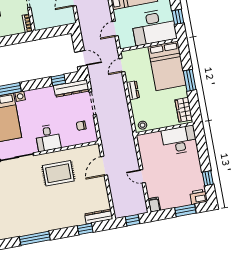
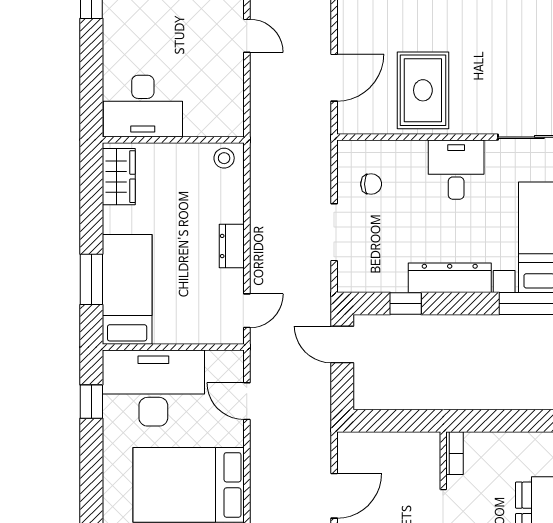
door: (115, 29) -> (247, 401), swing flipped
bed: (167, 66) -> (127, 289), width x0.67
window: (190, 80) -> (91, 279), moved
dresser: (71, 88) -> (450, 278), moved
rug: (58, 173) -> (423, 90), moved, turned 90

